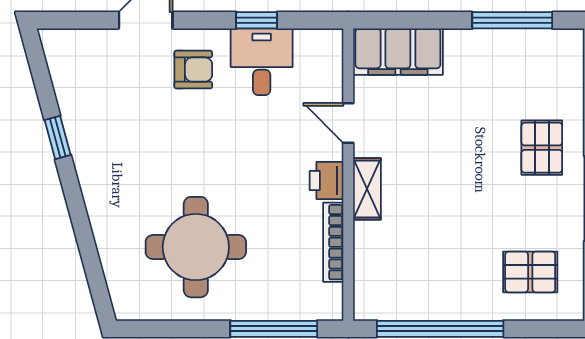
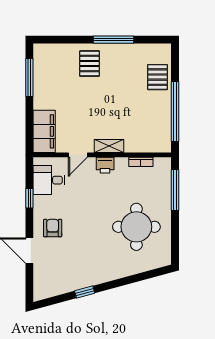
desk: (262, 62) -> (49, 180), moved
pallet: (542, 148) -> (89, 64), turned 90
bookcase: (333, 242) -> (141, 162), width x0.64
pallet: (530, 272) -> (157, 77), moved

